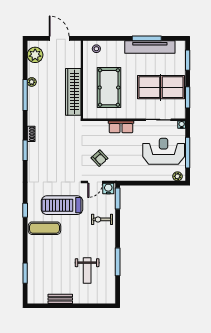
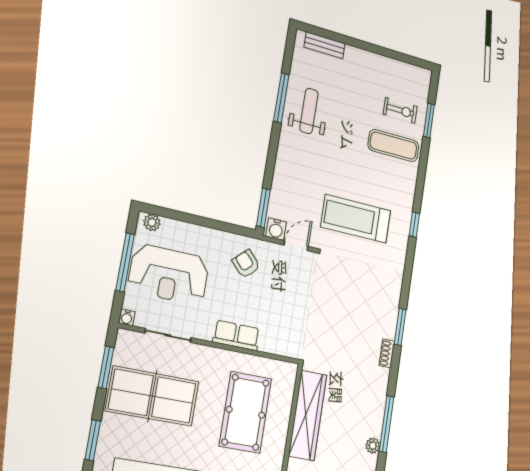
armchair: (99, 158) -> (246, 264), moved
treadmill: (62, 205) -> (356, 219), turned 180
exercise bike: (102, 219) -> (400, 110), moved
exercise mat: (44, 228) -> (393, 146), moved
weight bench: (87, 270) -> (309, 111), moved
bench: (60, 299) -> (324, 45), moved

